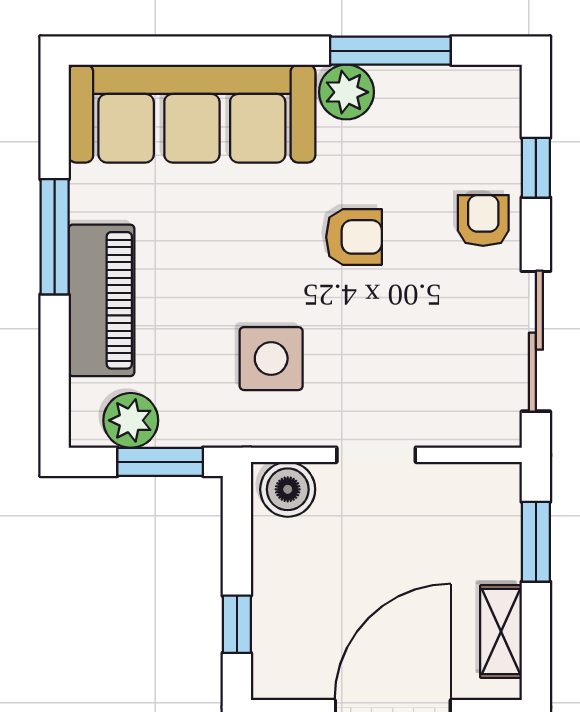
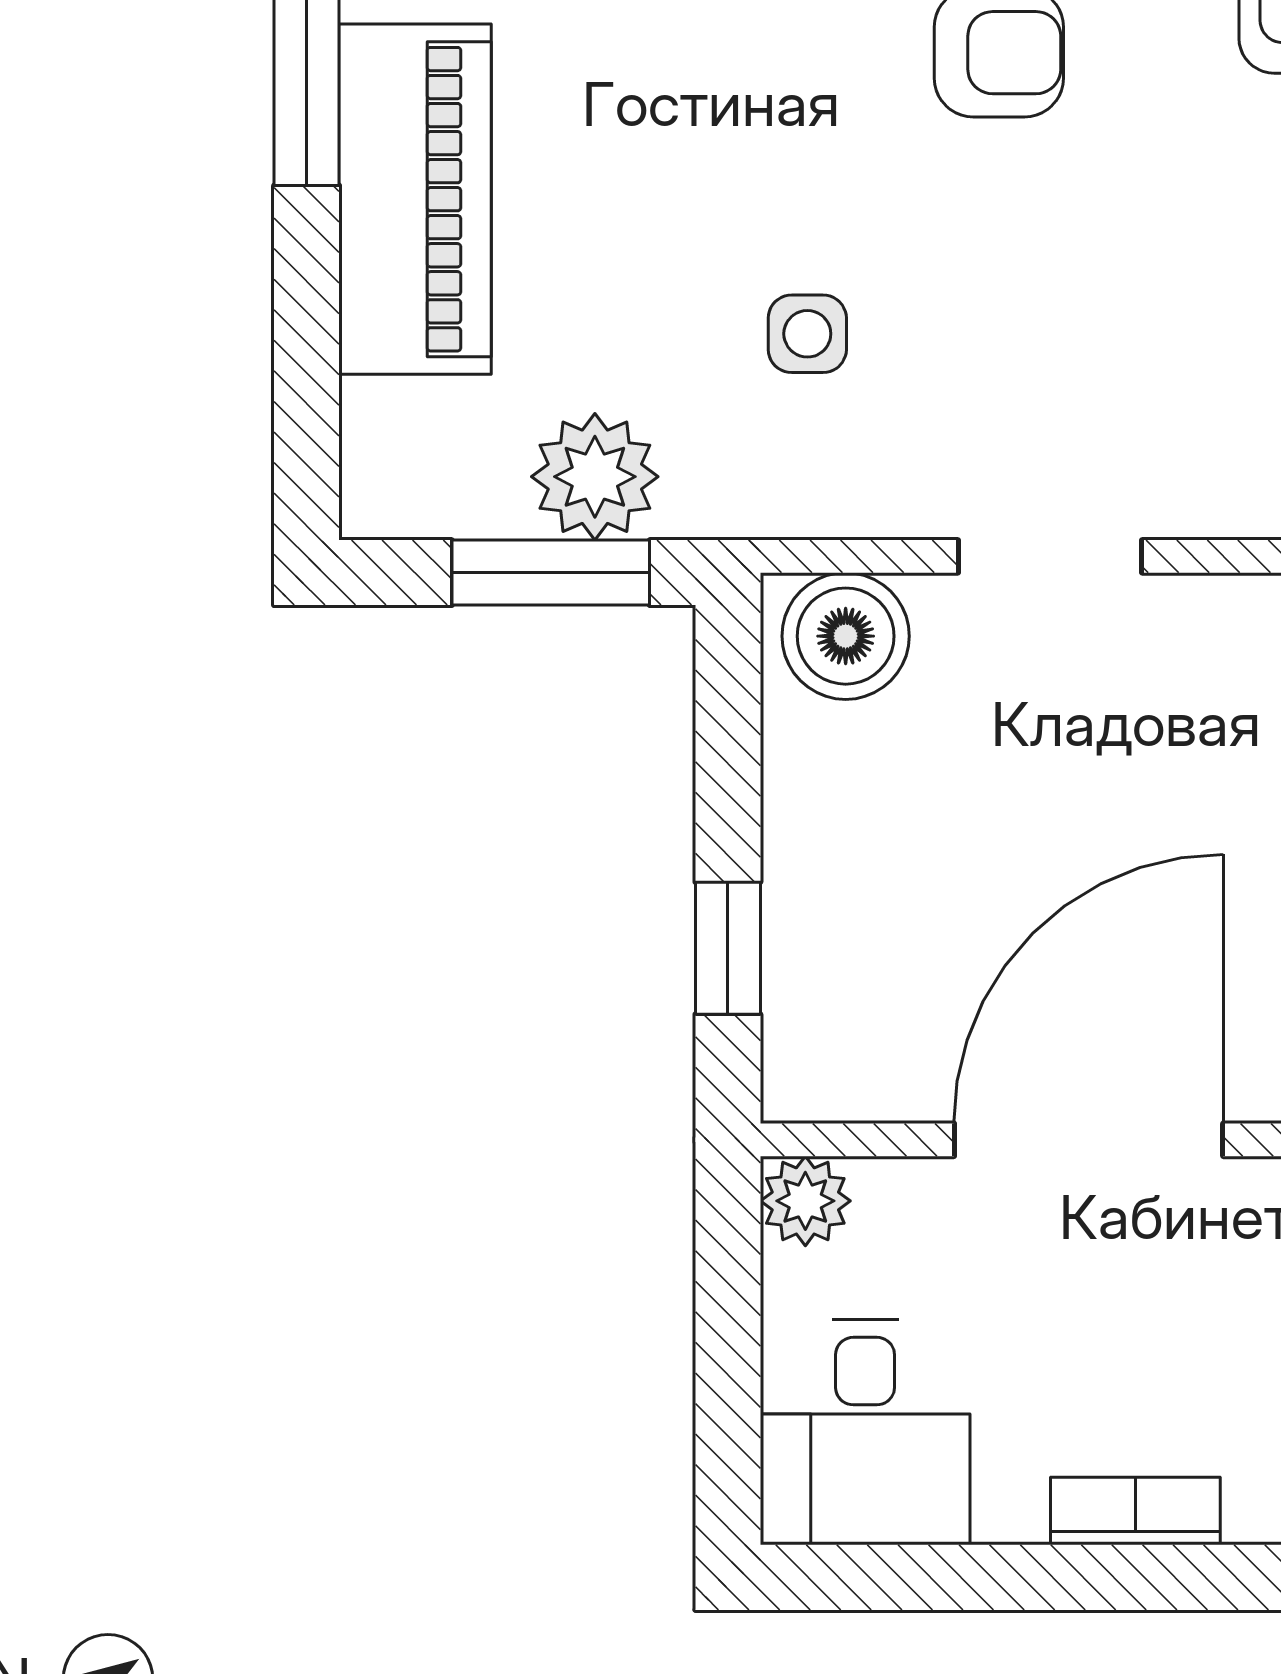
side table: (271, 359) -> (807, 334), width x0.54, depth x0.54
plant: (131, 420) -> (595, 477), moved

